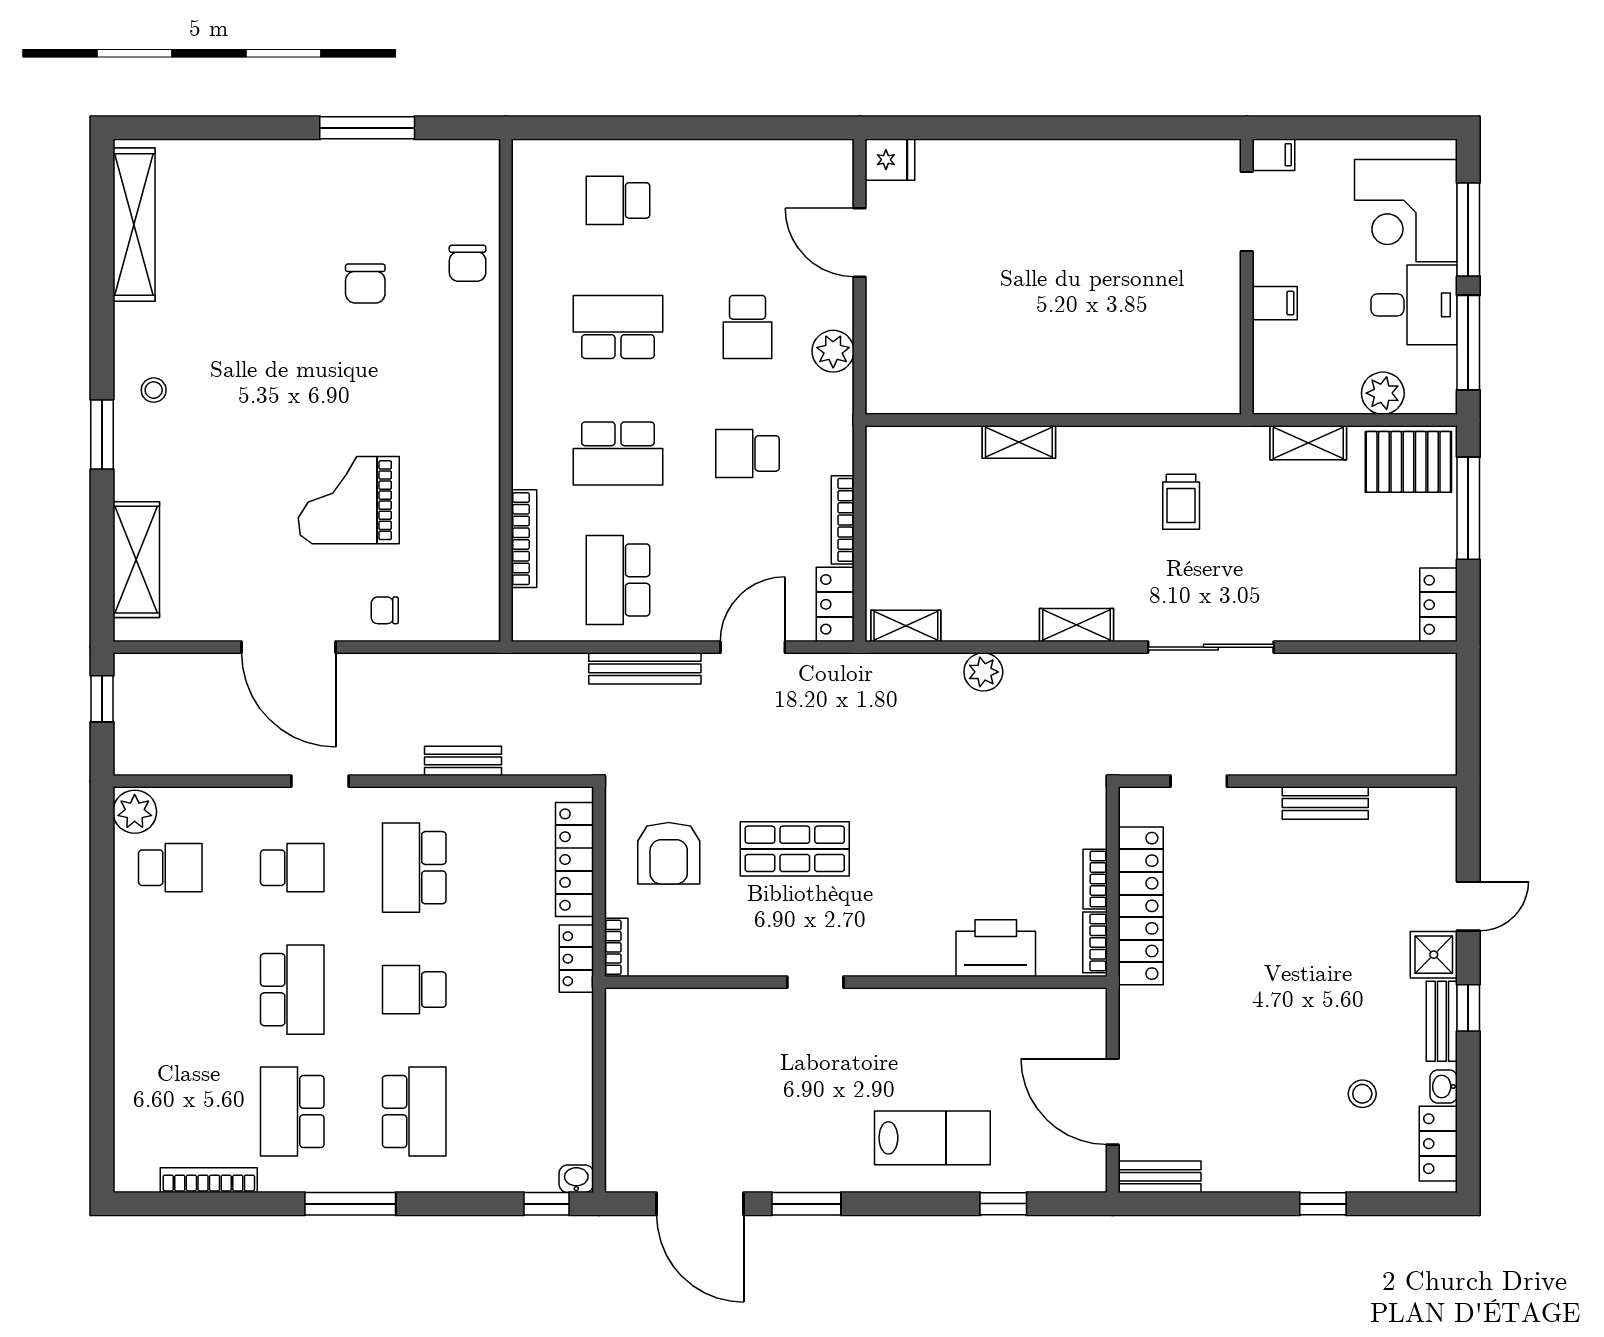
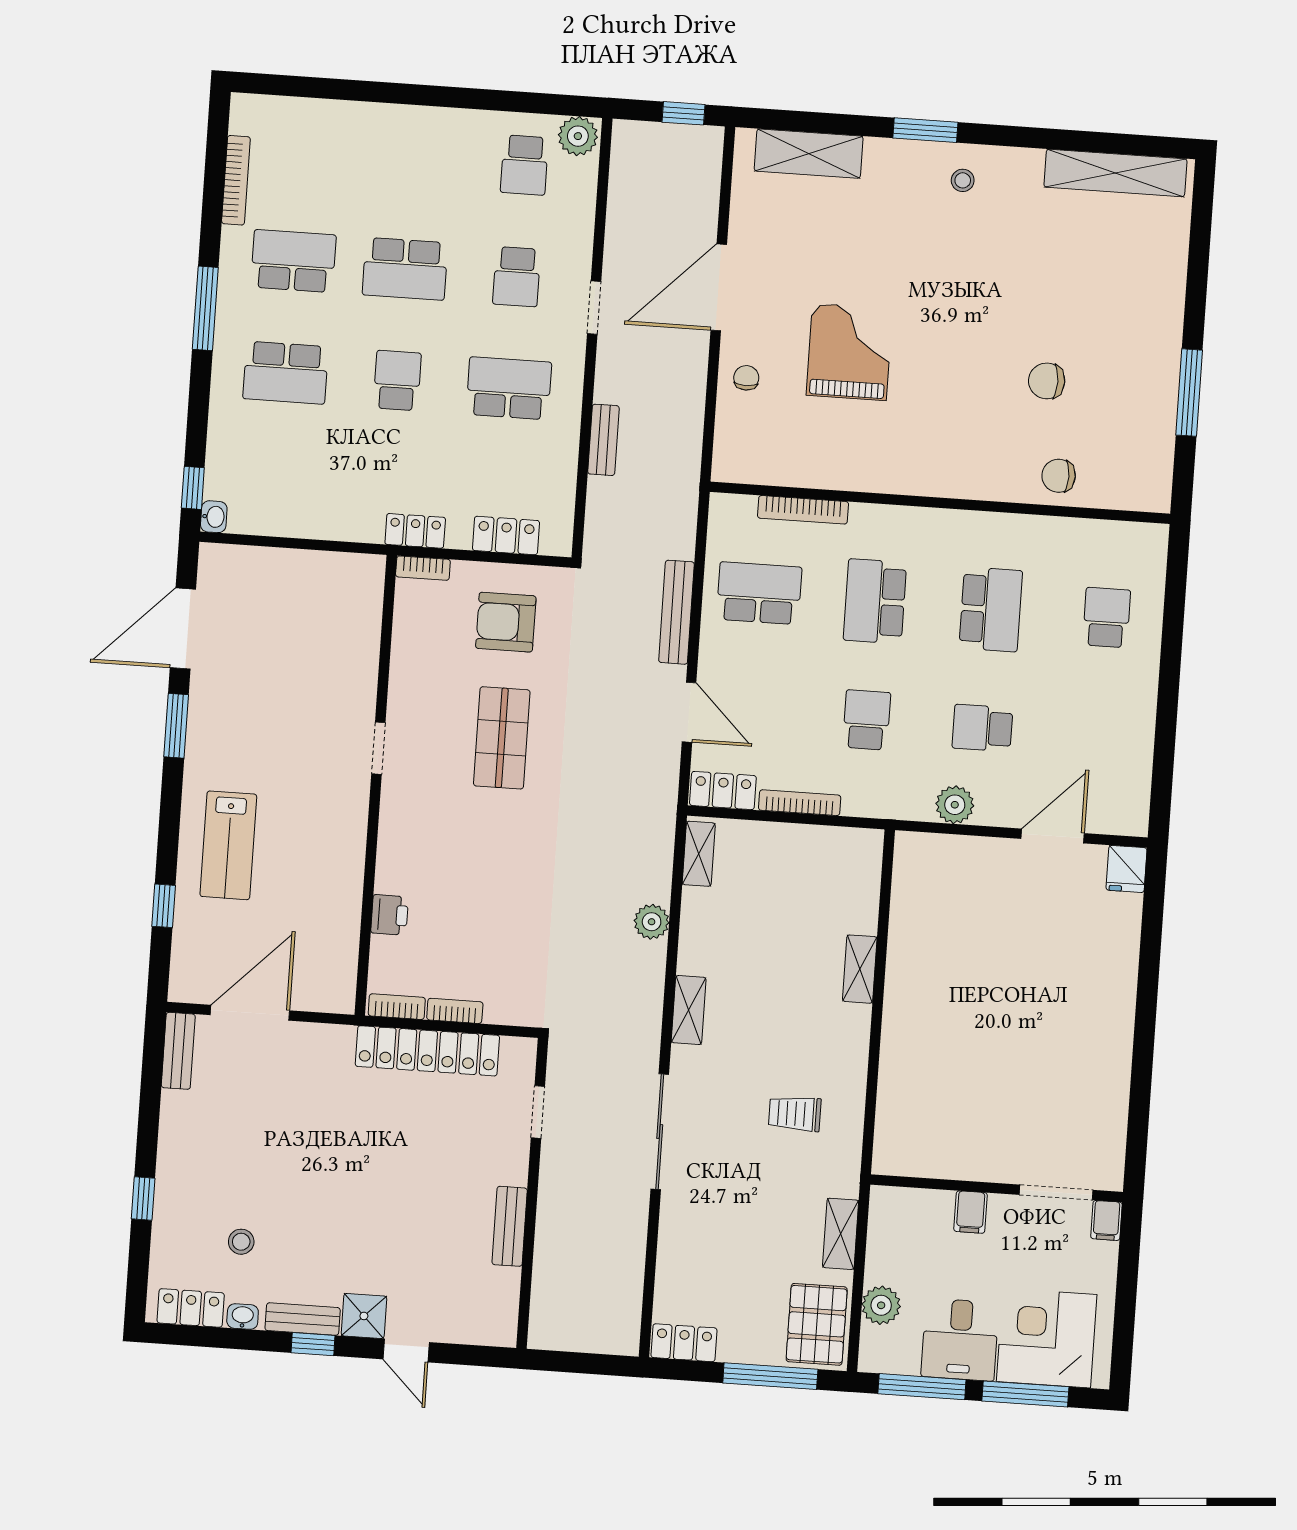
locker: (574, 860) -> (506, 536), width x0.66
printer: (996, 948) -> (390, 915), width x0.53, depth x0.68

